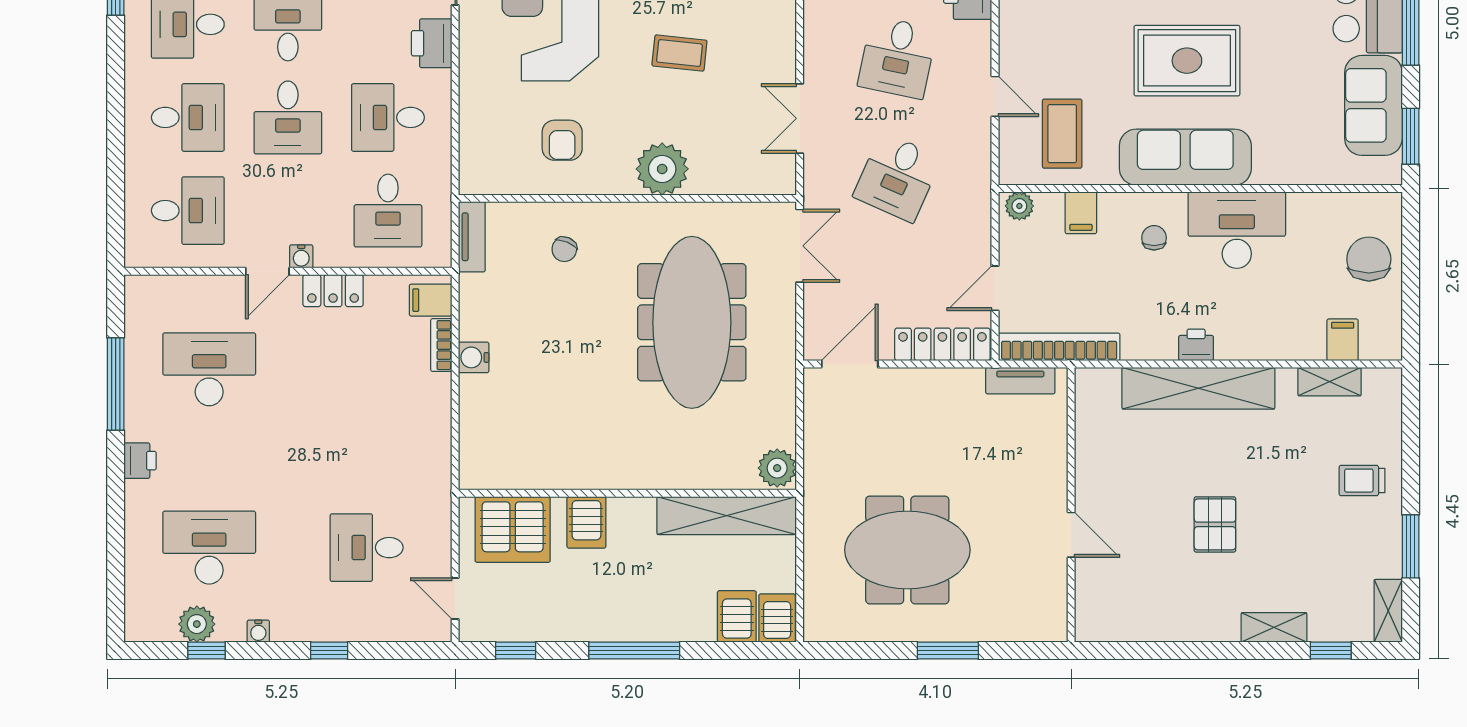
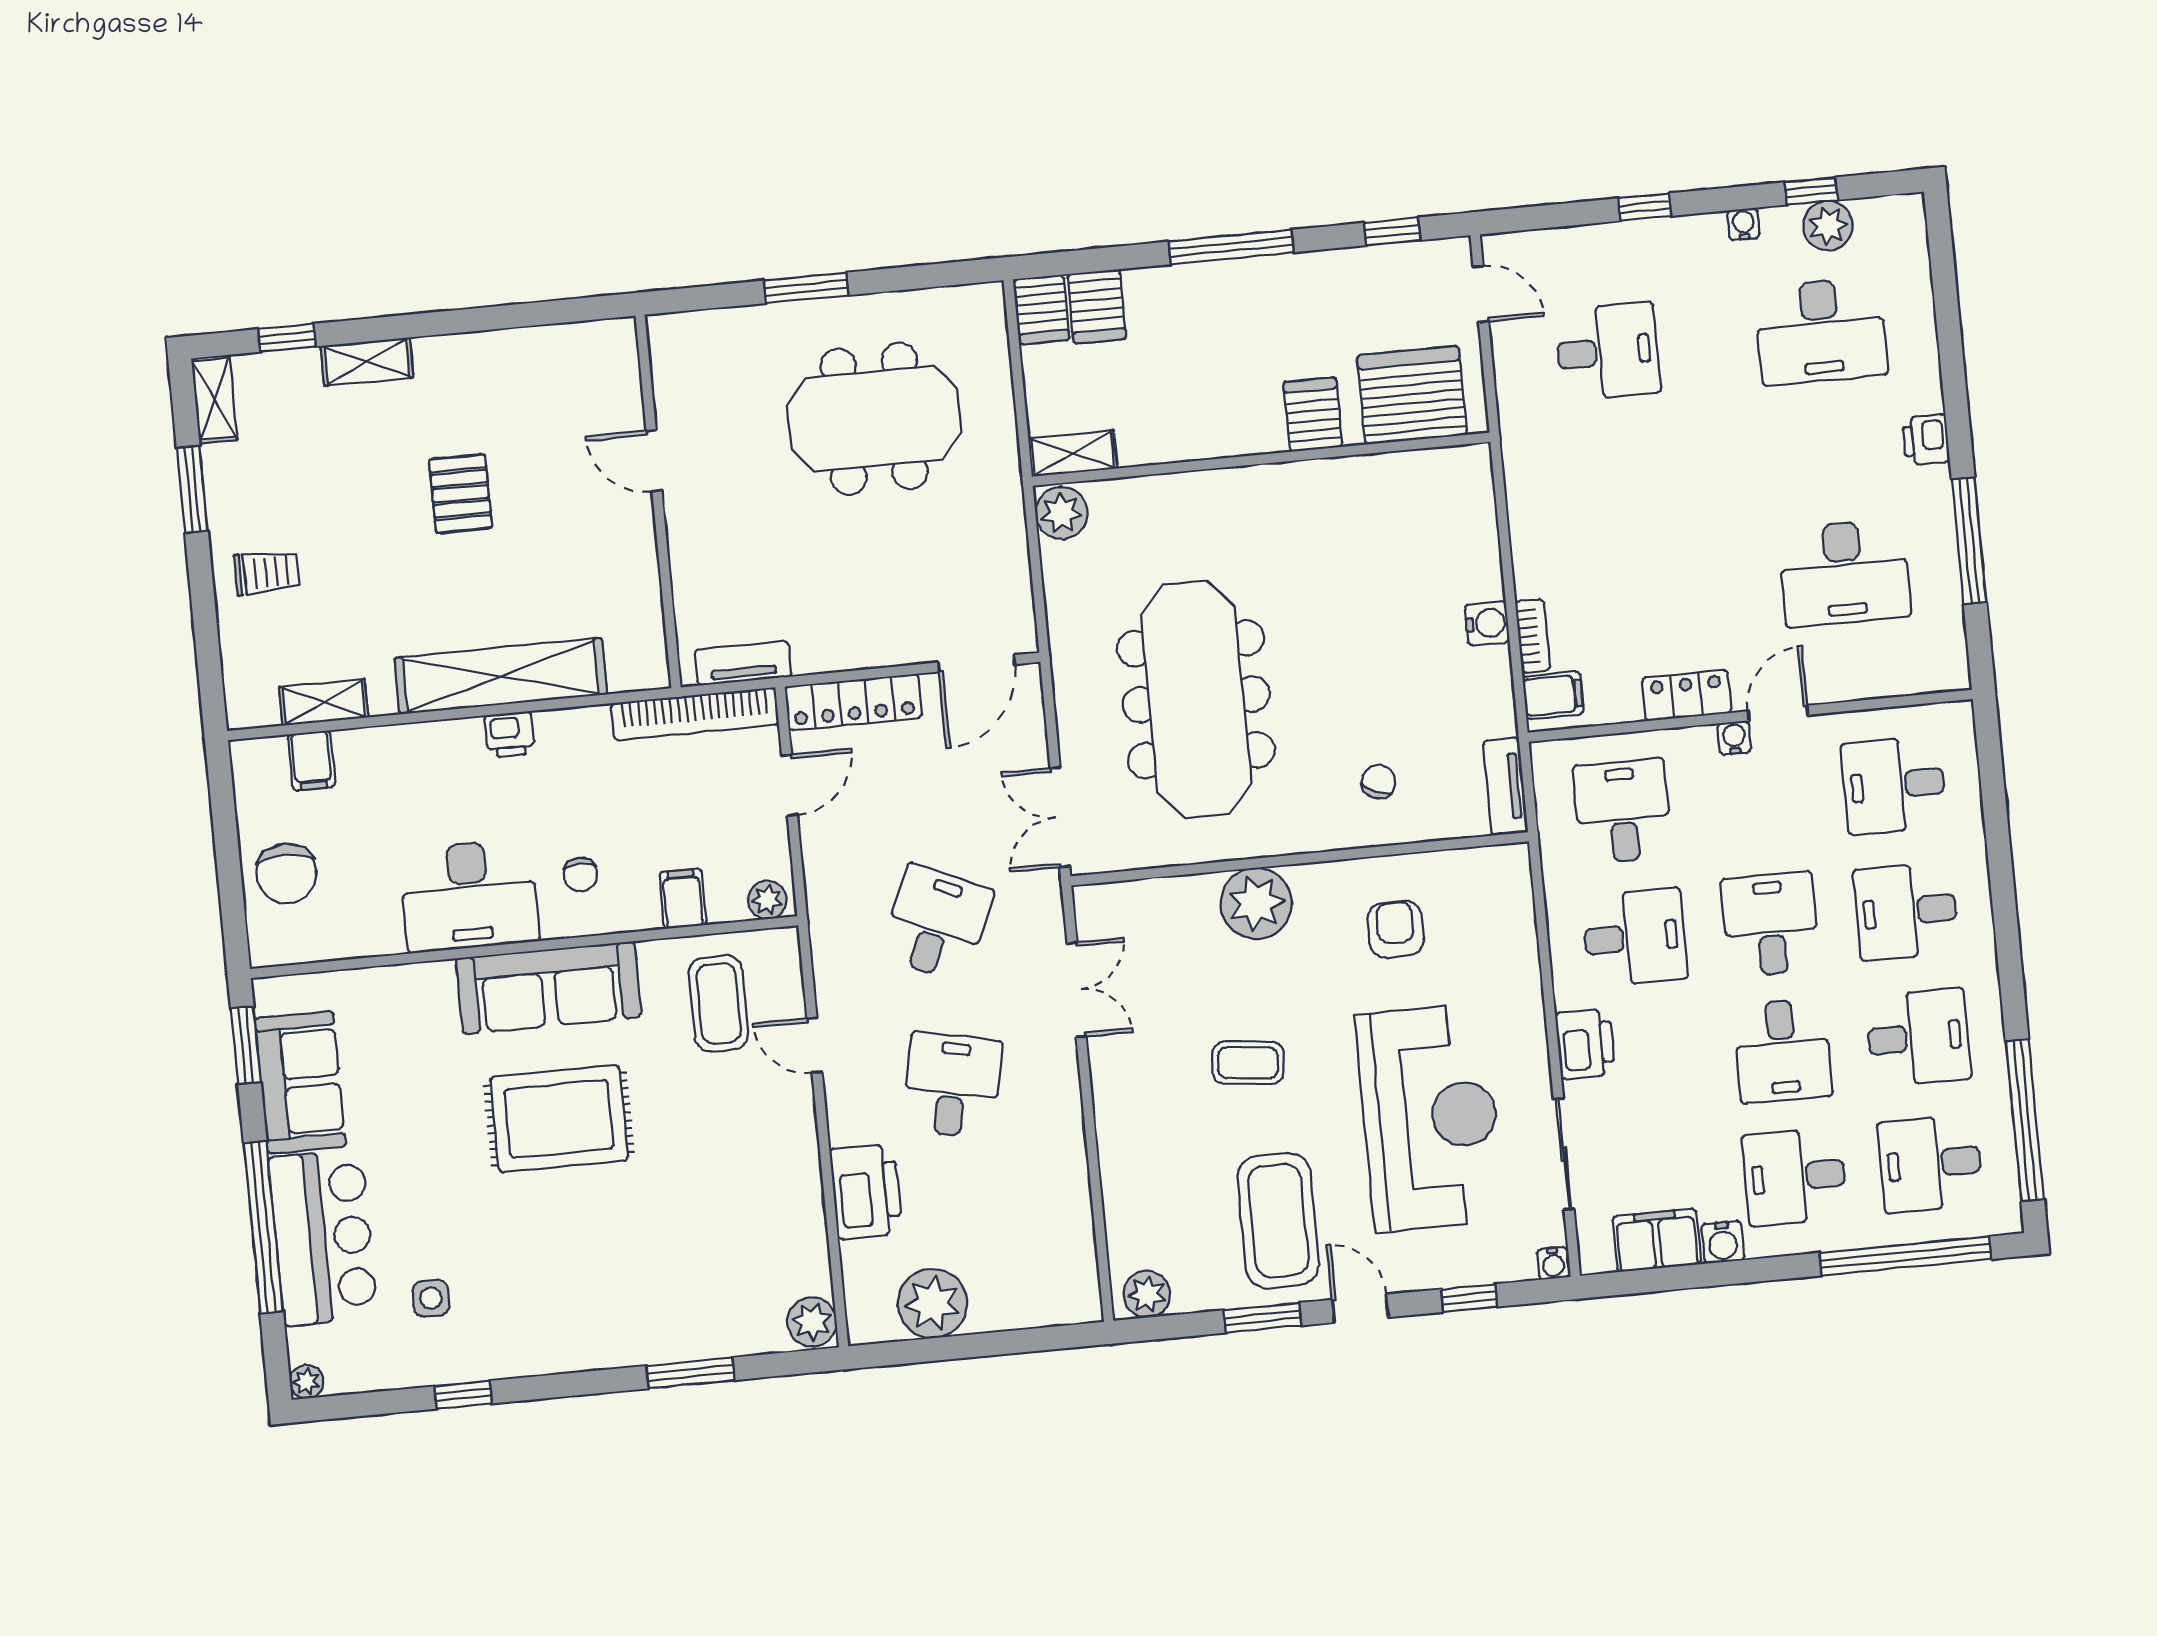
shelving: (727, 516) -> (1073, 453), width x0.45, depth x0.75

